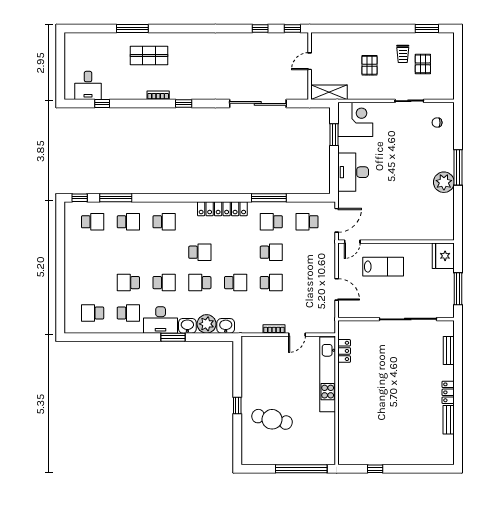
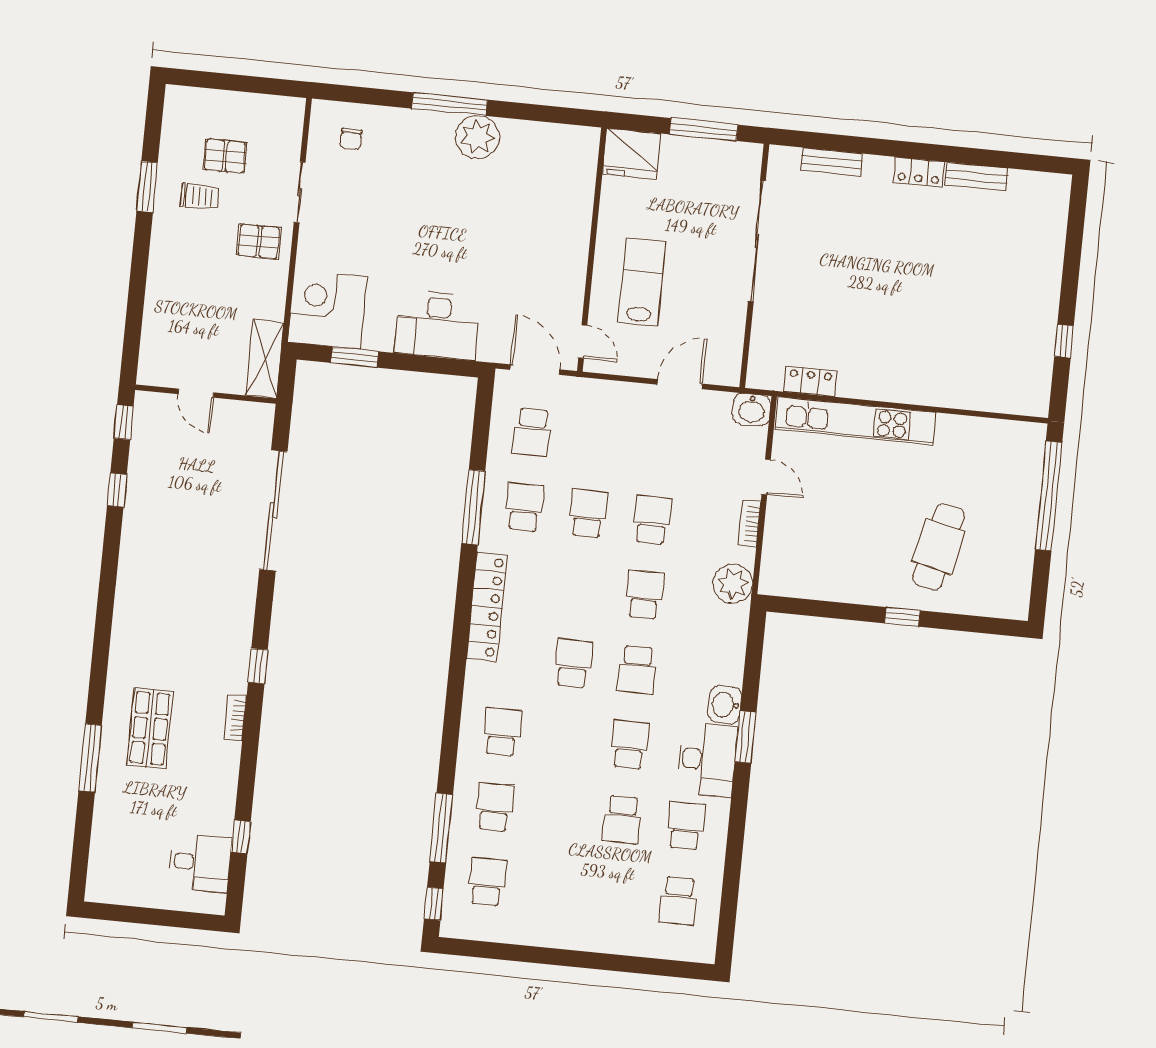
window: (427, 28) -> (147, 187), moved
pallet: (369, 65) -> (259, 242), moved
school desk: (271, 222) -> (524, 507), turned 180
plant: (207, 324) -> (733, 584), moved
washbasin: (226, 326) -> (752, 410), moved, turned -90

